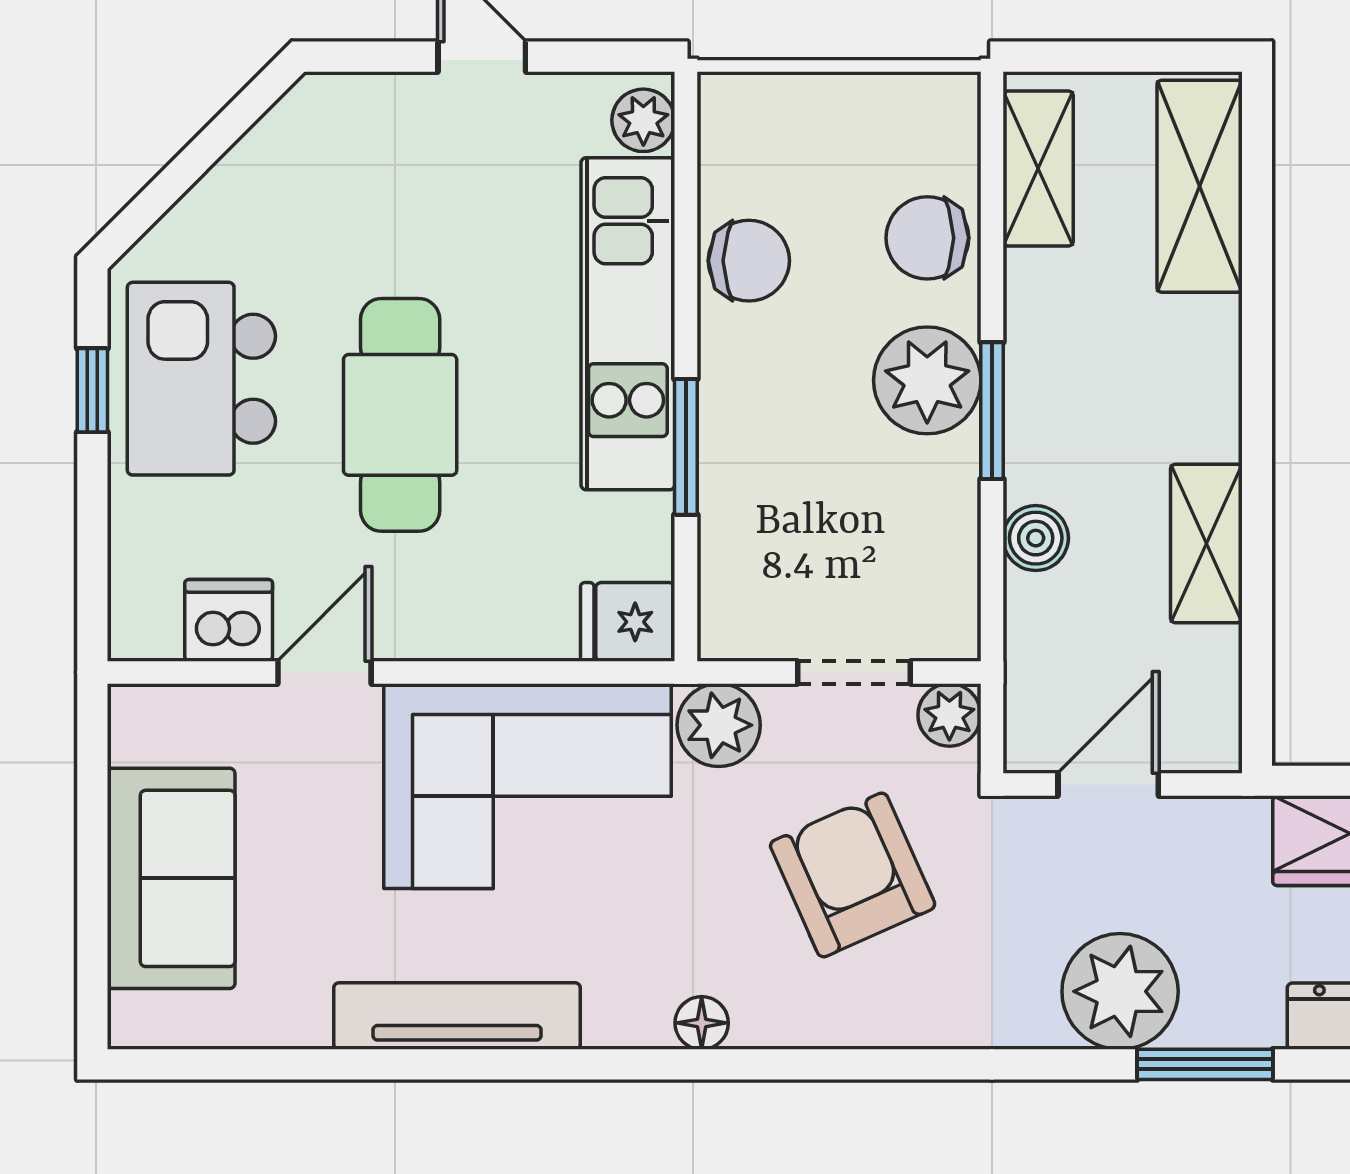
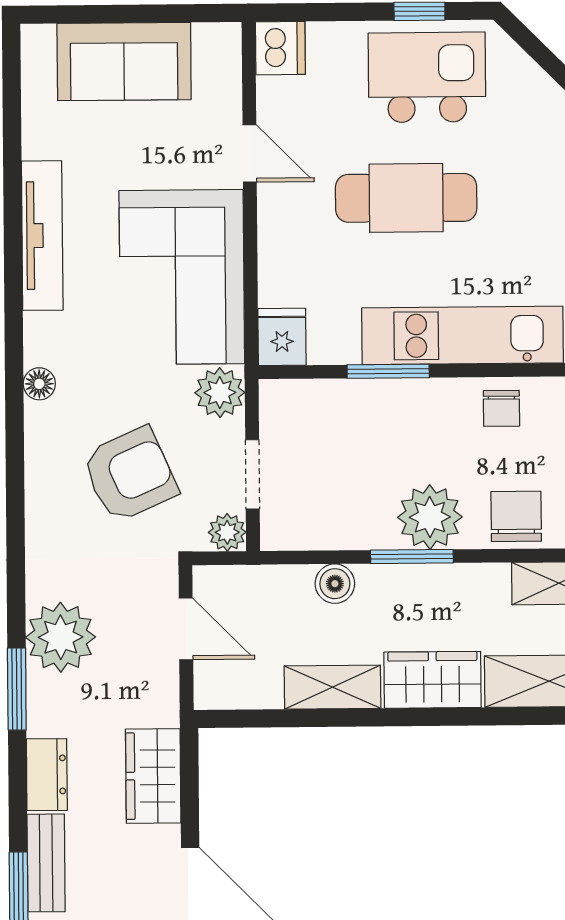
chair: (749, 261) -> (501, 408), width x0.73, depth x0.73
wardrobe: (1196, 378) -> (433, 680), added
dishwasher: (229, 620) -> (280, 48), moved

